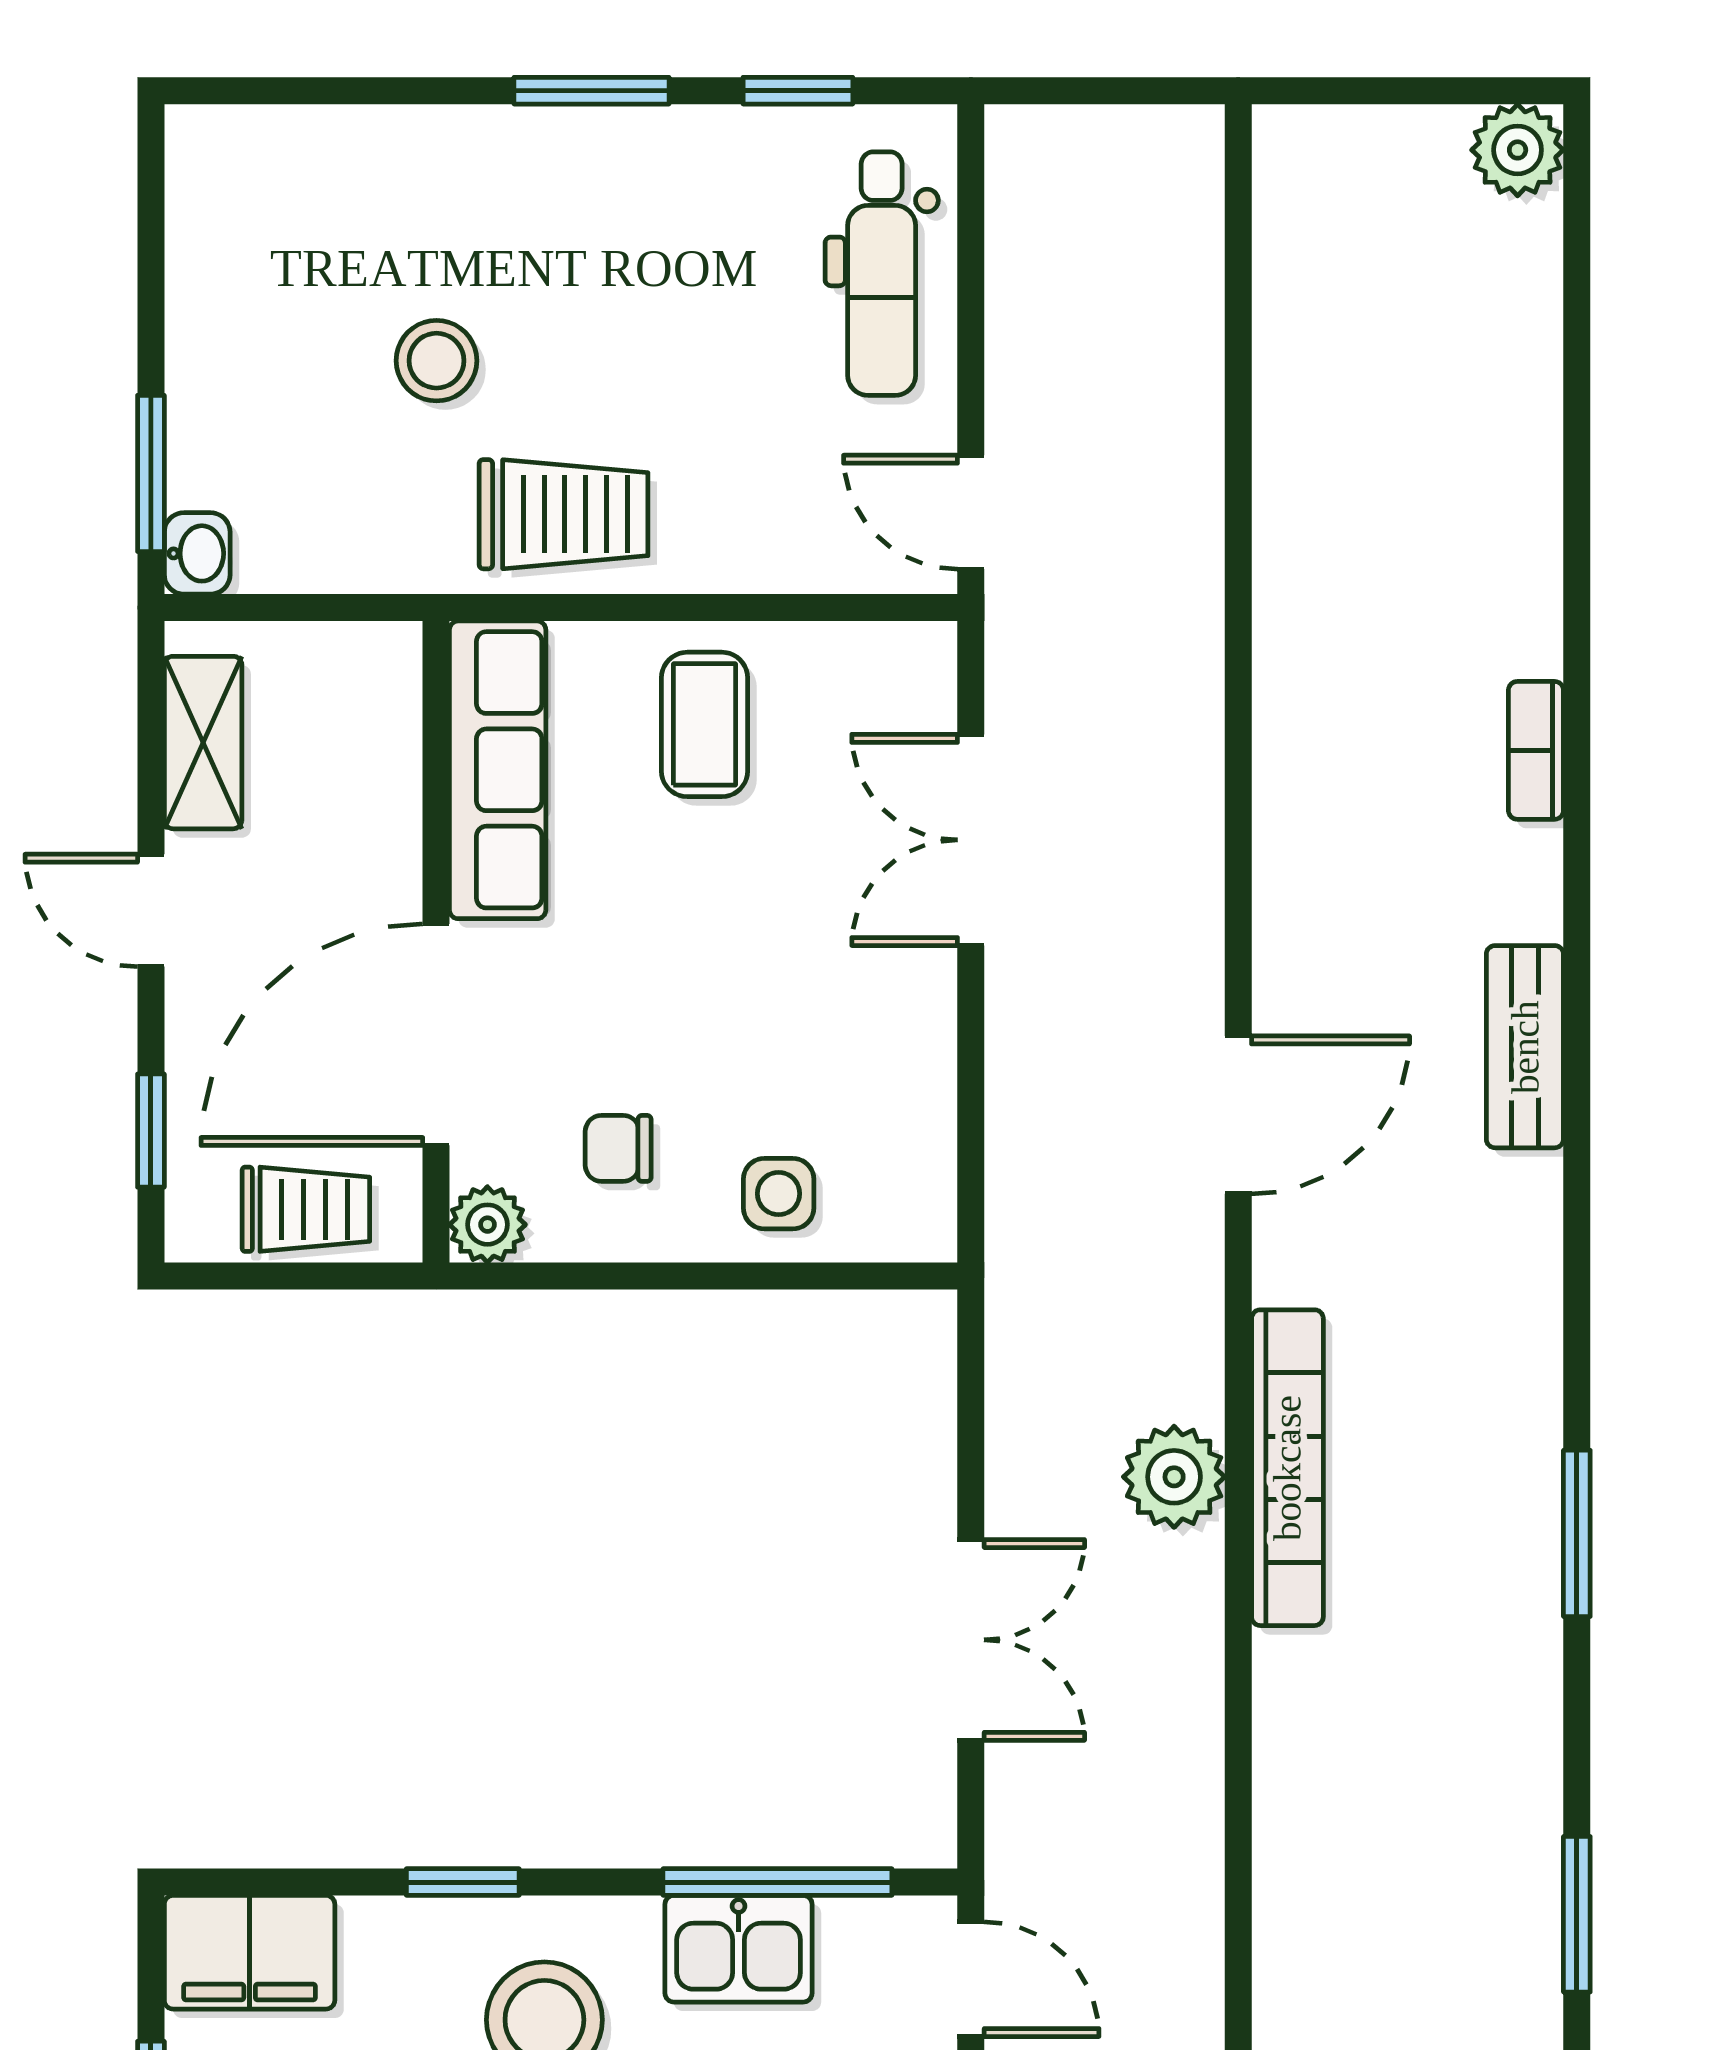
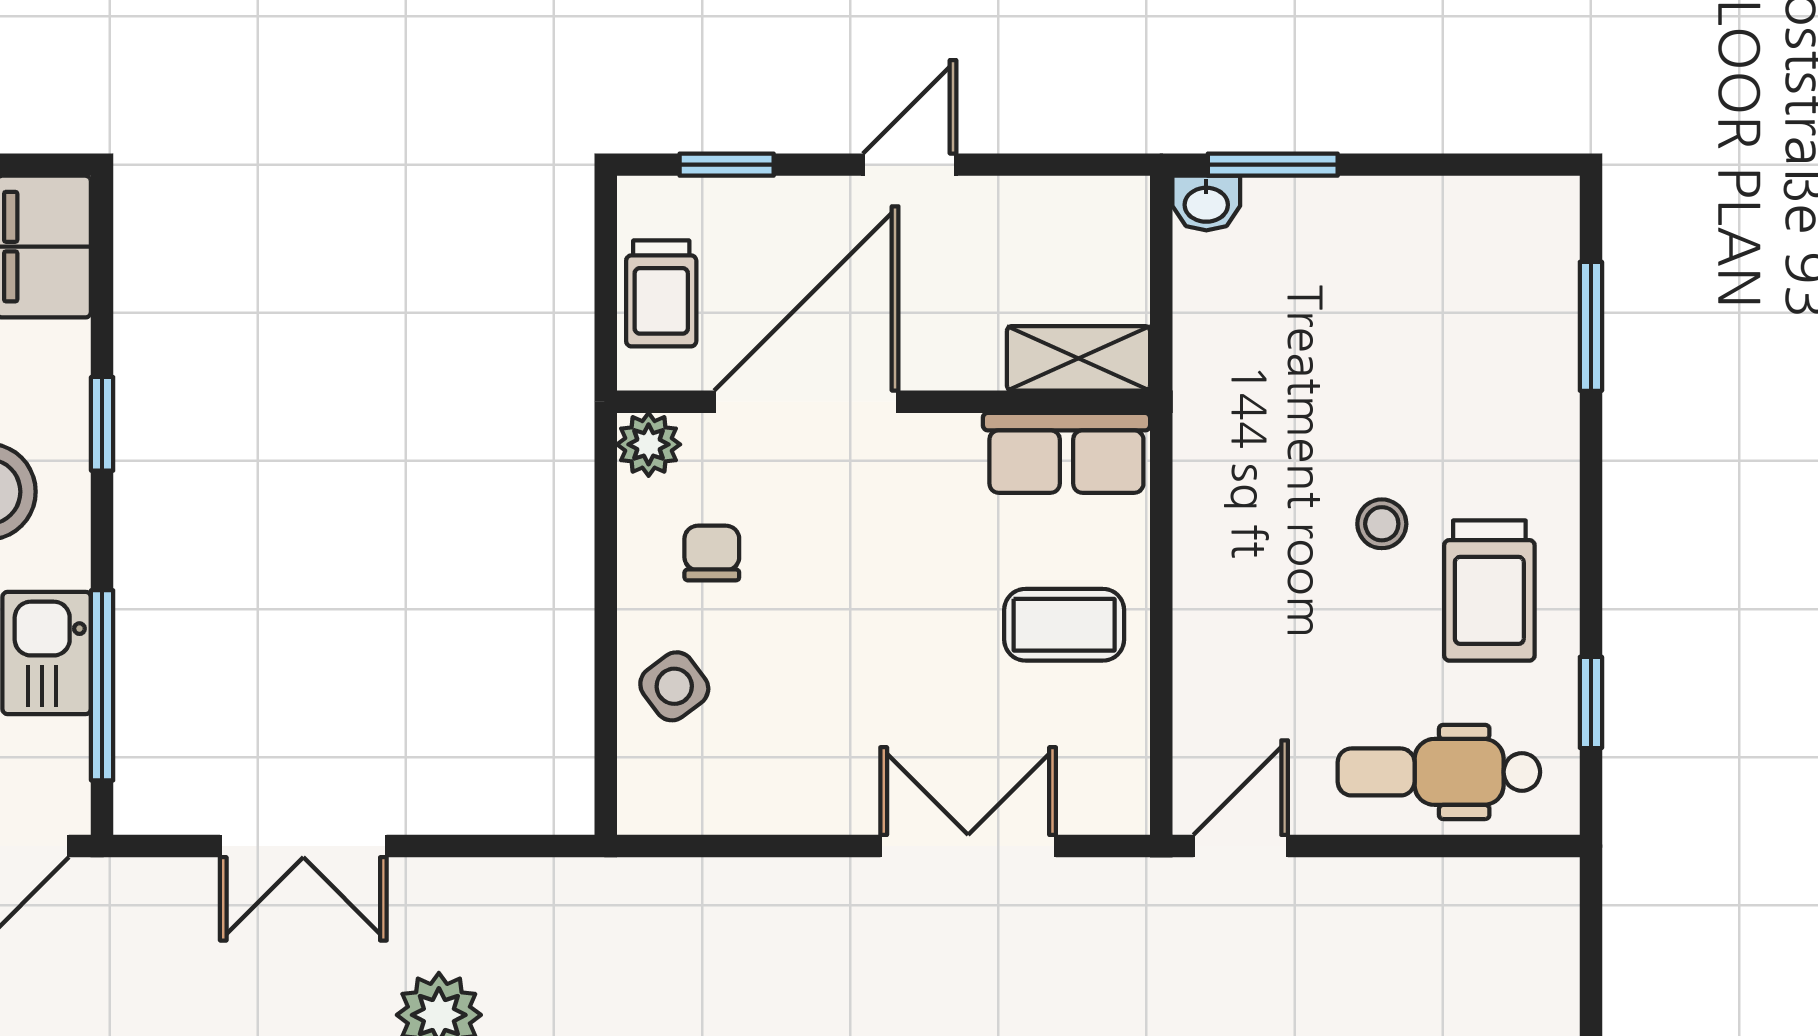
window: (591, 91) -> (1591, 326), moved
stool: (436, 361) -> (1382, 524), moved, width x0.73, depth x0.73
trolley: (563, 514) -> (1489, 591), moved
shelving: (203, 743) -> (1079, 358), moved
row of seats: (498, 770) -> (1066, 453), width x0.68
door: (436, 1035) -> (806, 402), hinge flipped
side table: (779, 1194) -> (674, 686), turned -37

